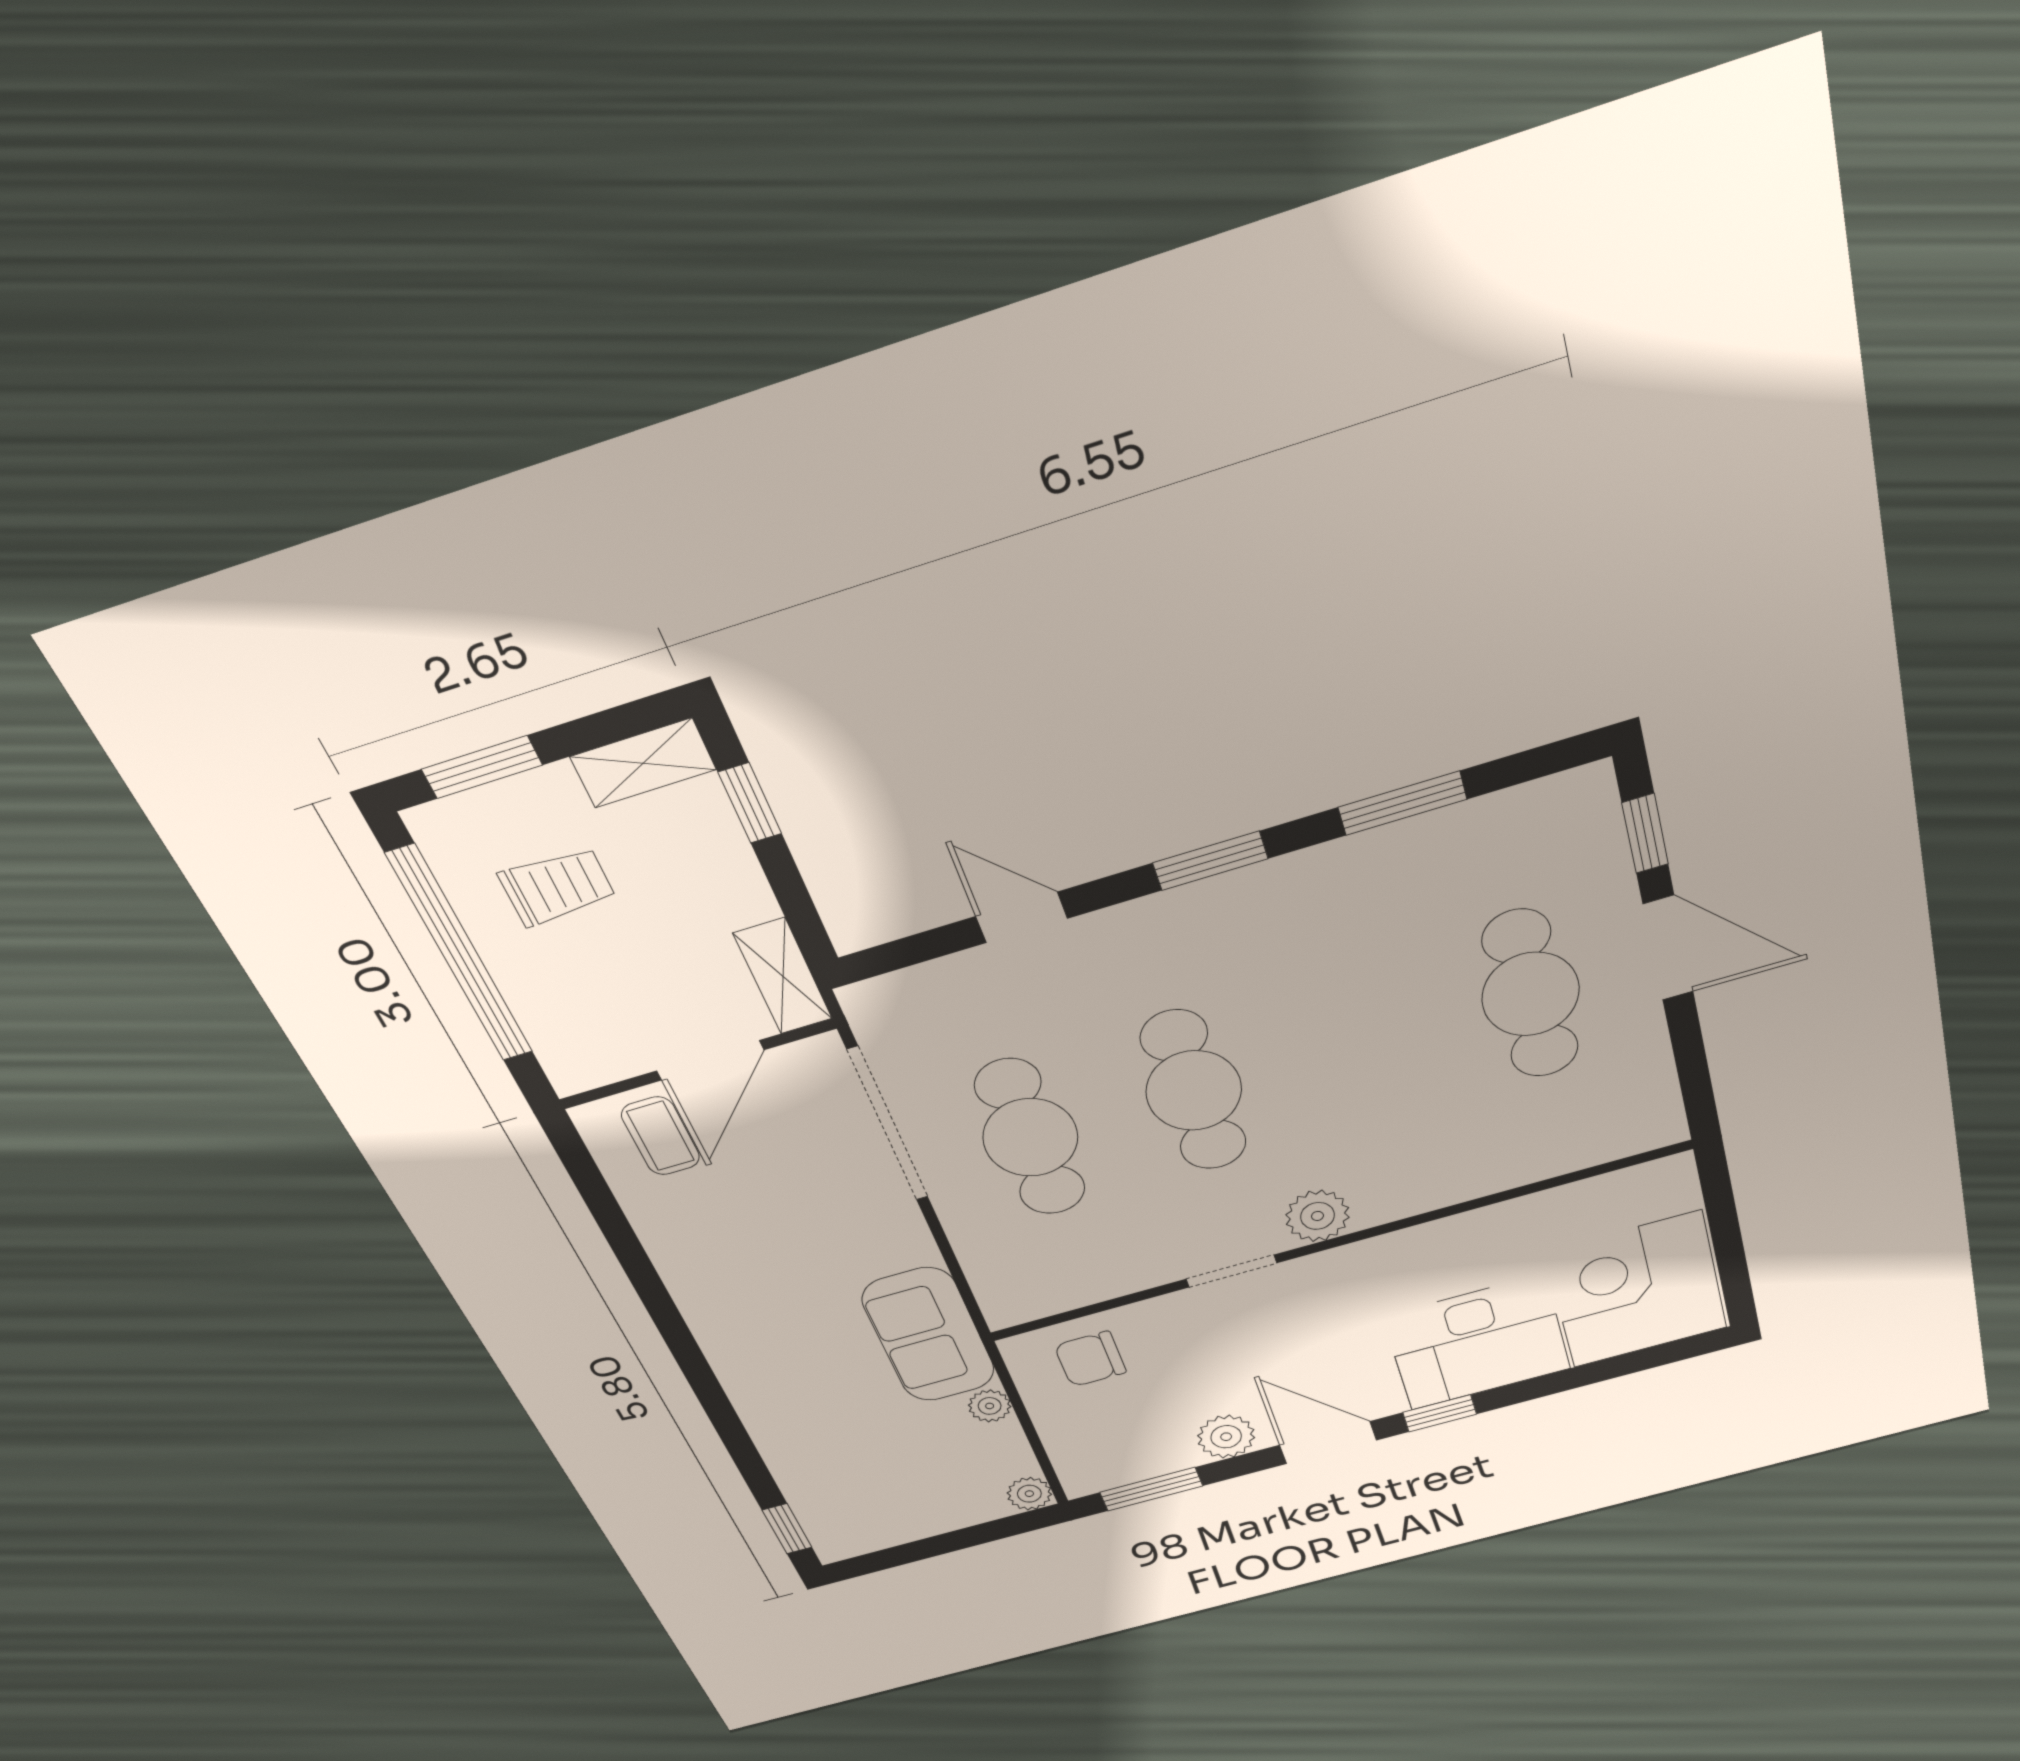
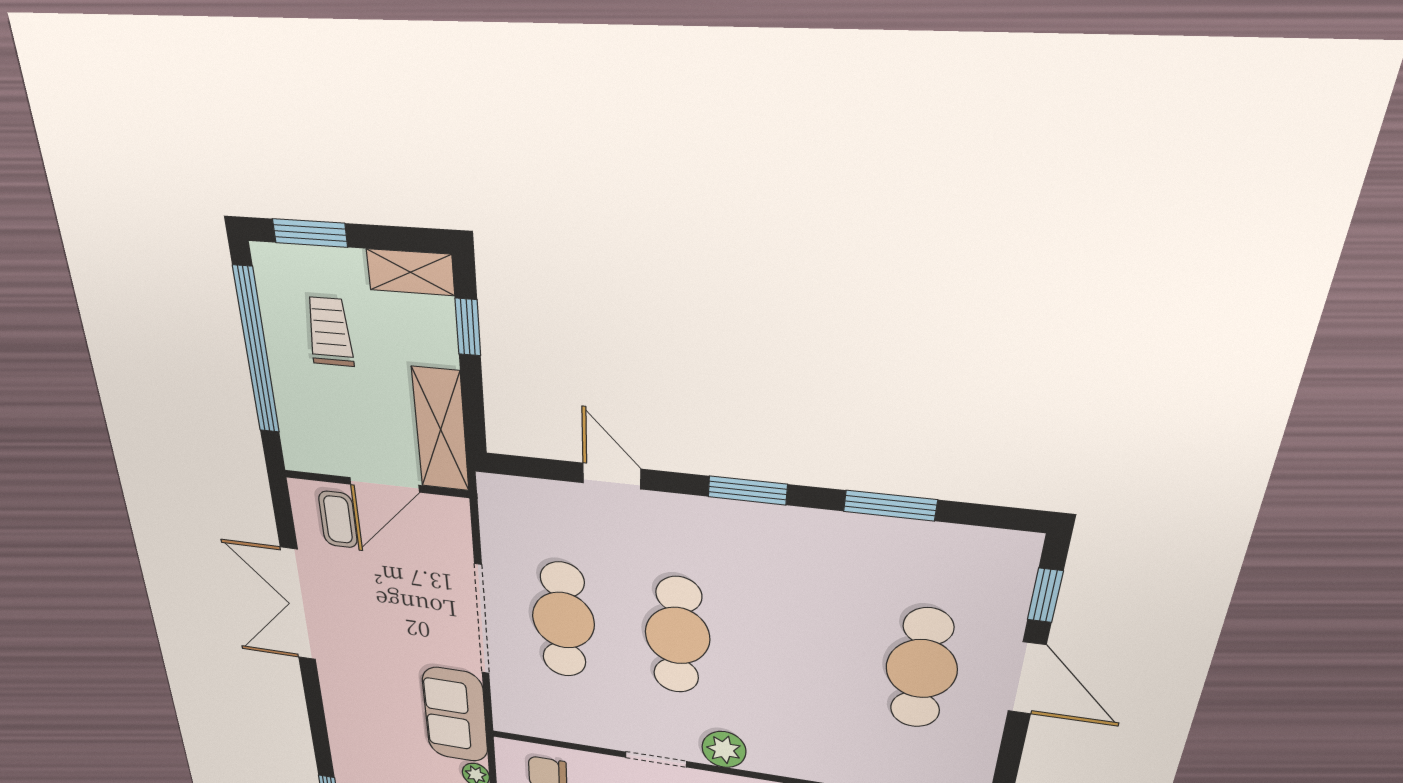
trolley: (557, 887) -> (330, 332), turned -90
shelving: (783, 976) -> (441, 430), width x1.50, depth x1.33
doorway: (888, 1125) -> (482, 620), moved
double door: (645, 1279) -> (298, 605), added

